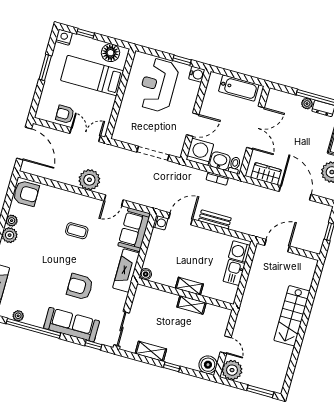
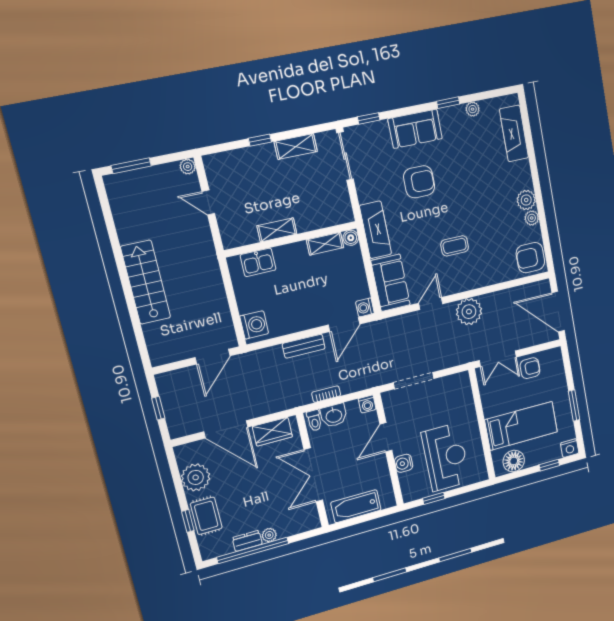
water cooler: (197, 74) -> (404, 463), moved
washing machine: (200, 152) -> (367, 404), width x0.53, depth x0.53
kitchen sink: (234, 272) -> (258, 262), moved, turned 90
shelving: (189, 286) -> (325, 244), moved
sofa: (72, 325) -> (415, 129), width x0.73
window: (33, 328) -> (448, 103), width x0.32
boiler: (208, 365) -> (217, 166), removed
plant: (232, 370) -> (188, 167), width x0.53, depth x0.53

